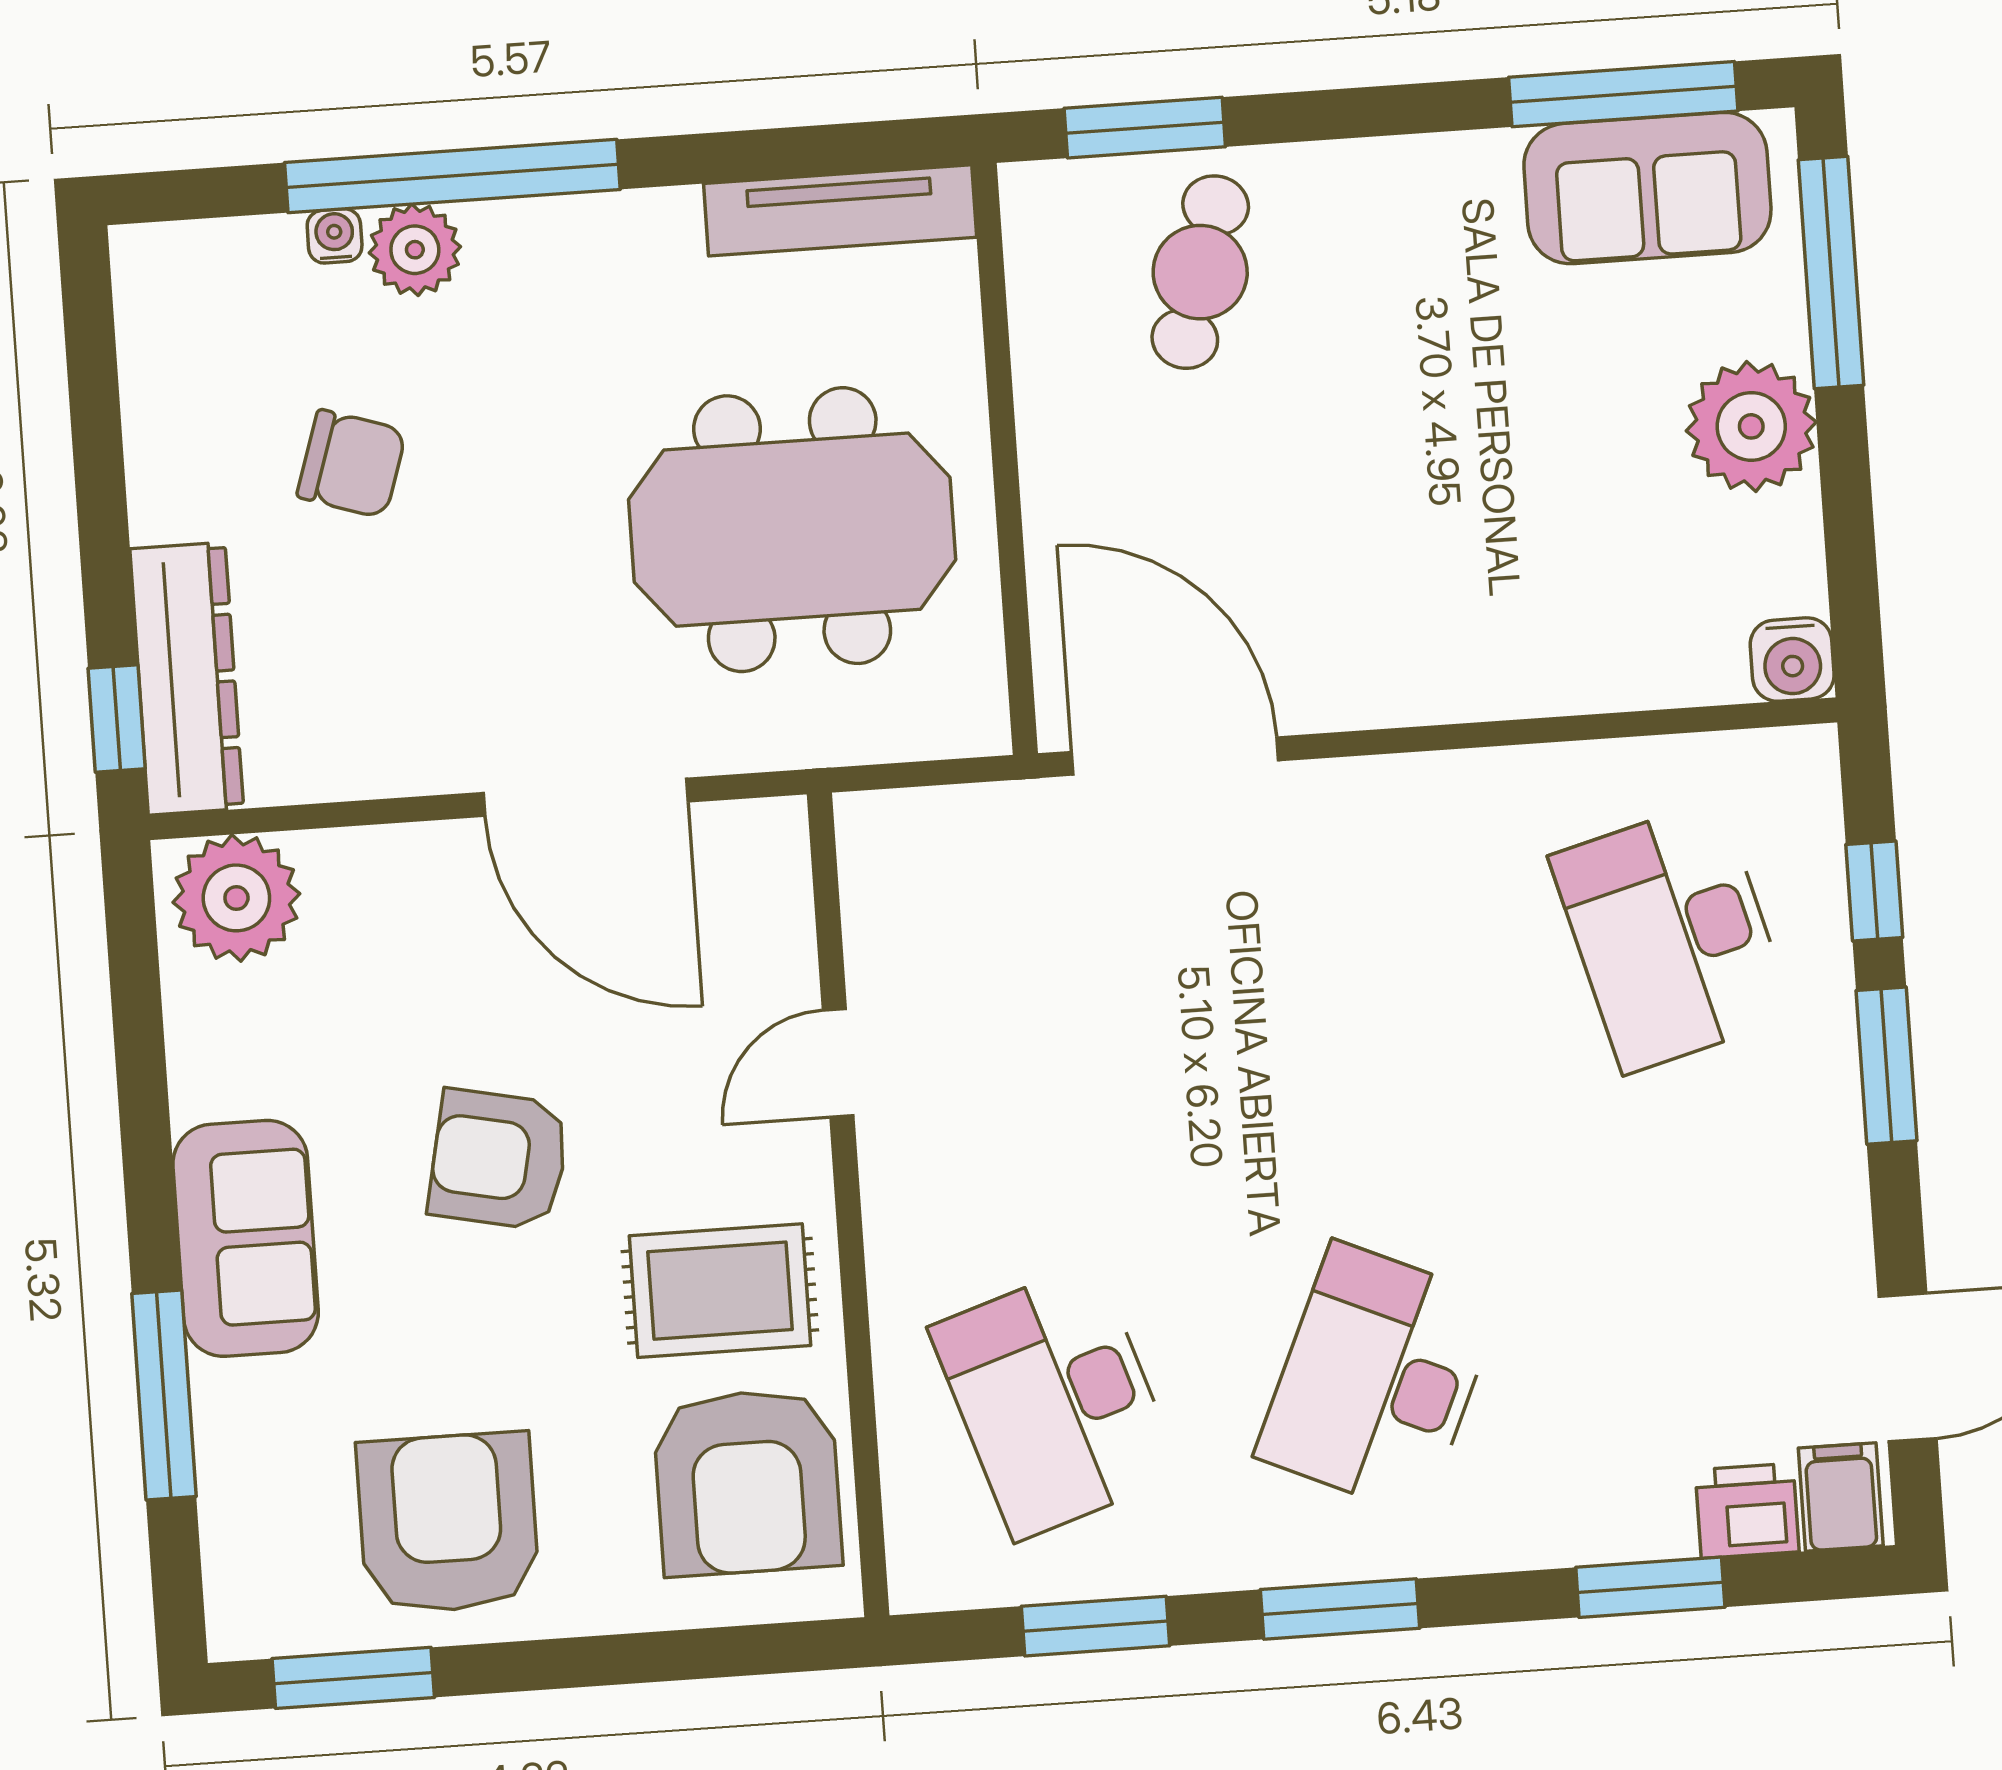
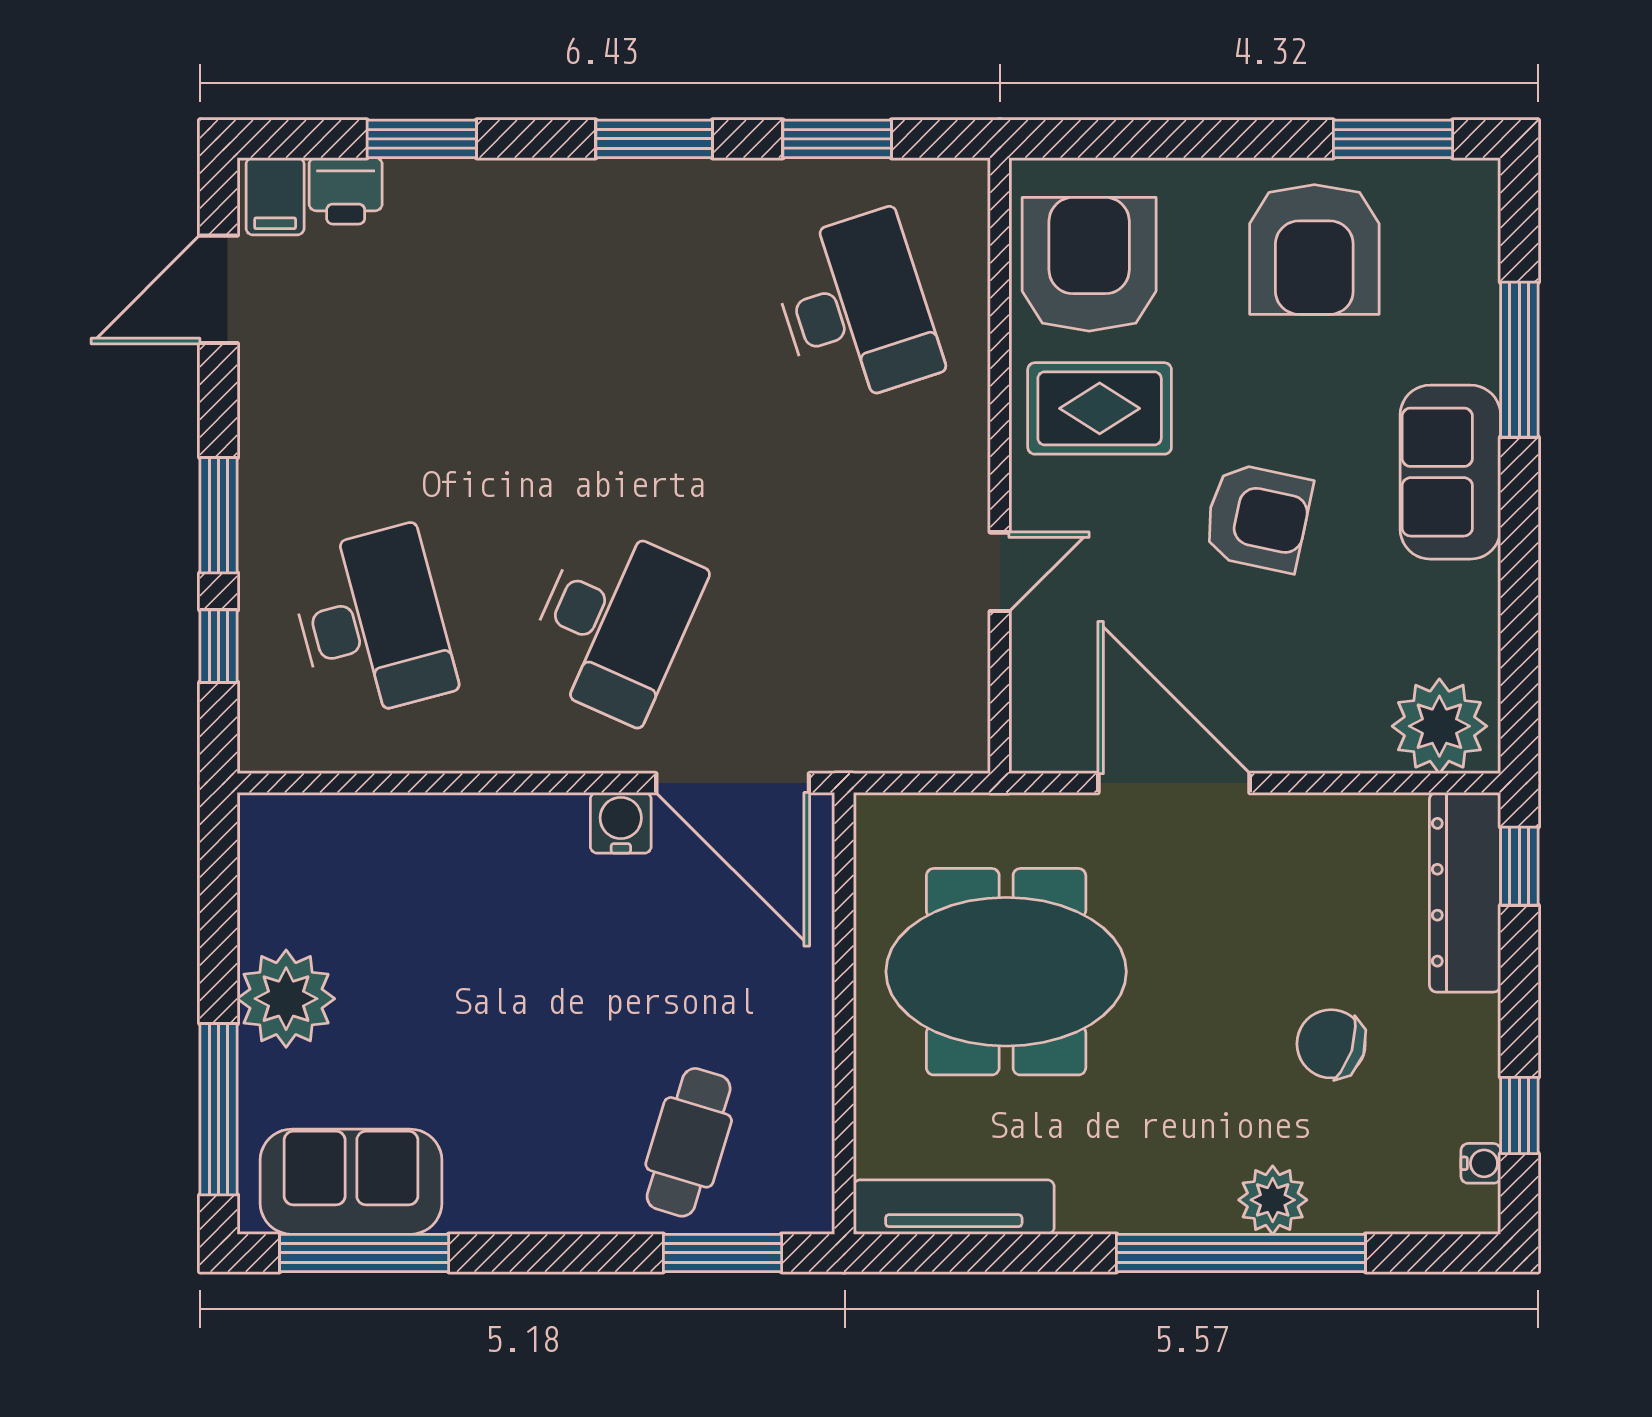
water cooler: (335, 236) -> (1481, 1163), moved, turned -90
window: (93, 386) -> (1519, 1115), added
water cooler: (1792, 660) -> (621, 823), moved
desk: (1378, 1379) -> (614, 623), moved

